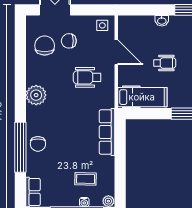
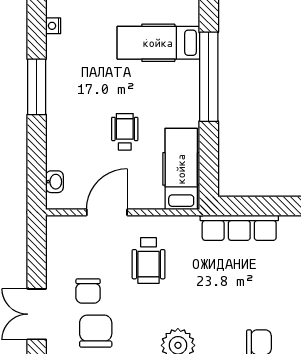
washbasin: (162, 21) -> (55, 182), moved
side table: (102, 25) -> (62, 235), removed
chair: (45, 46) -> (96, 331), turned 90

